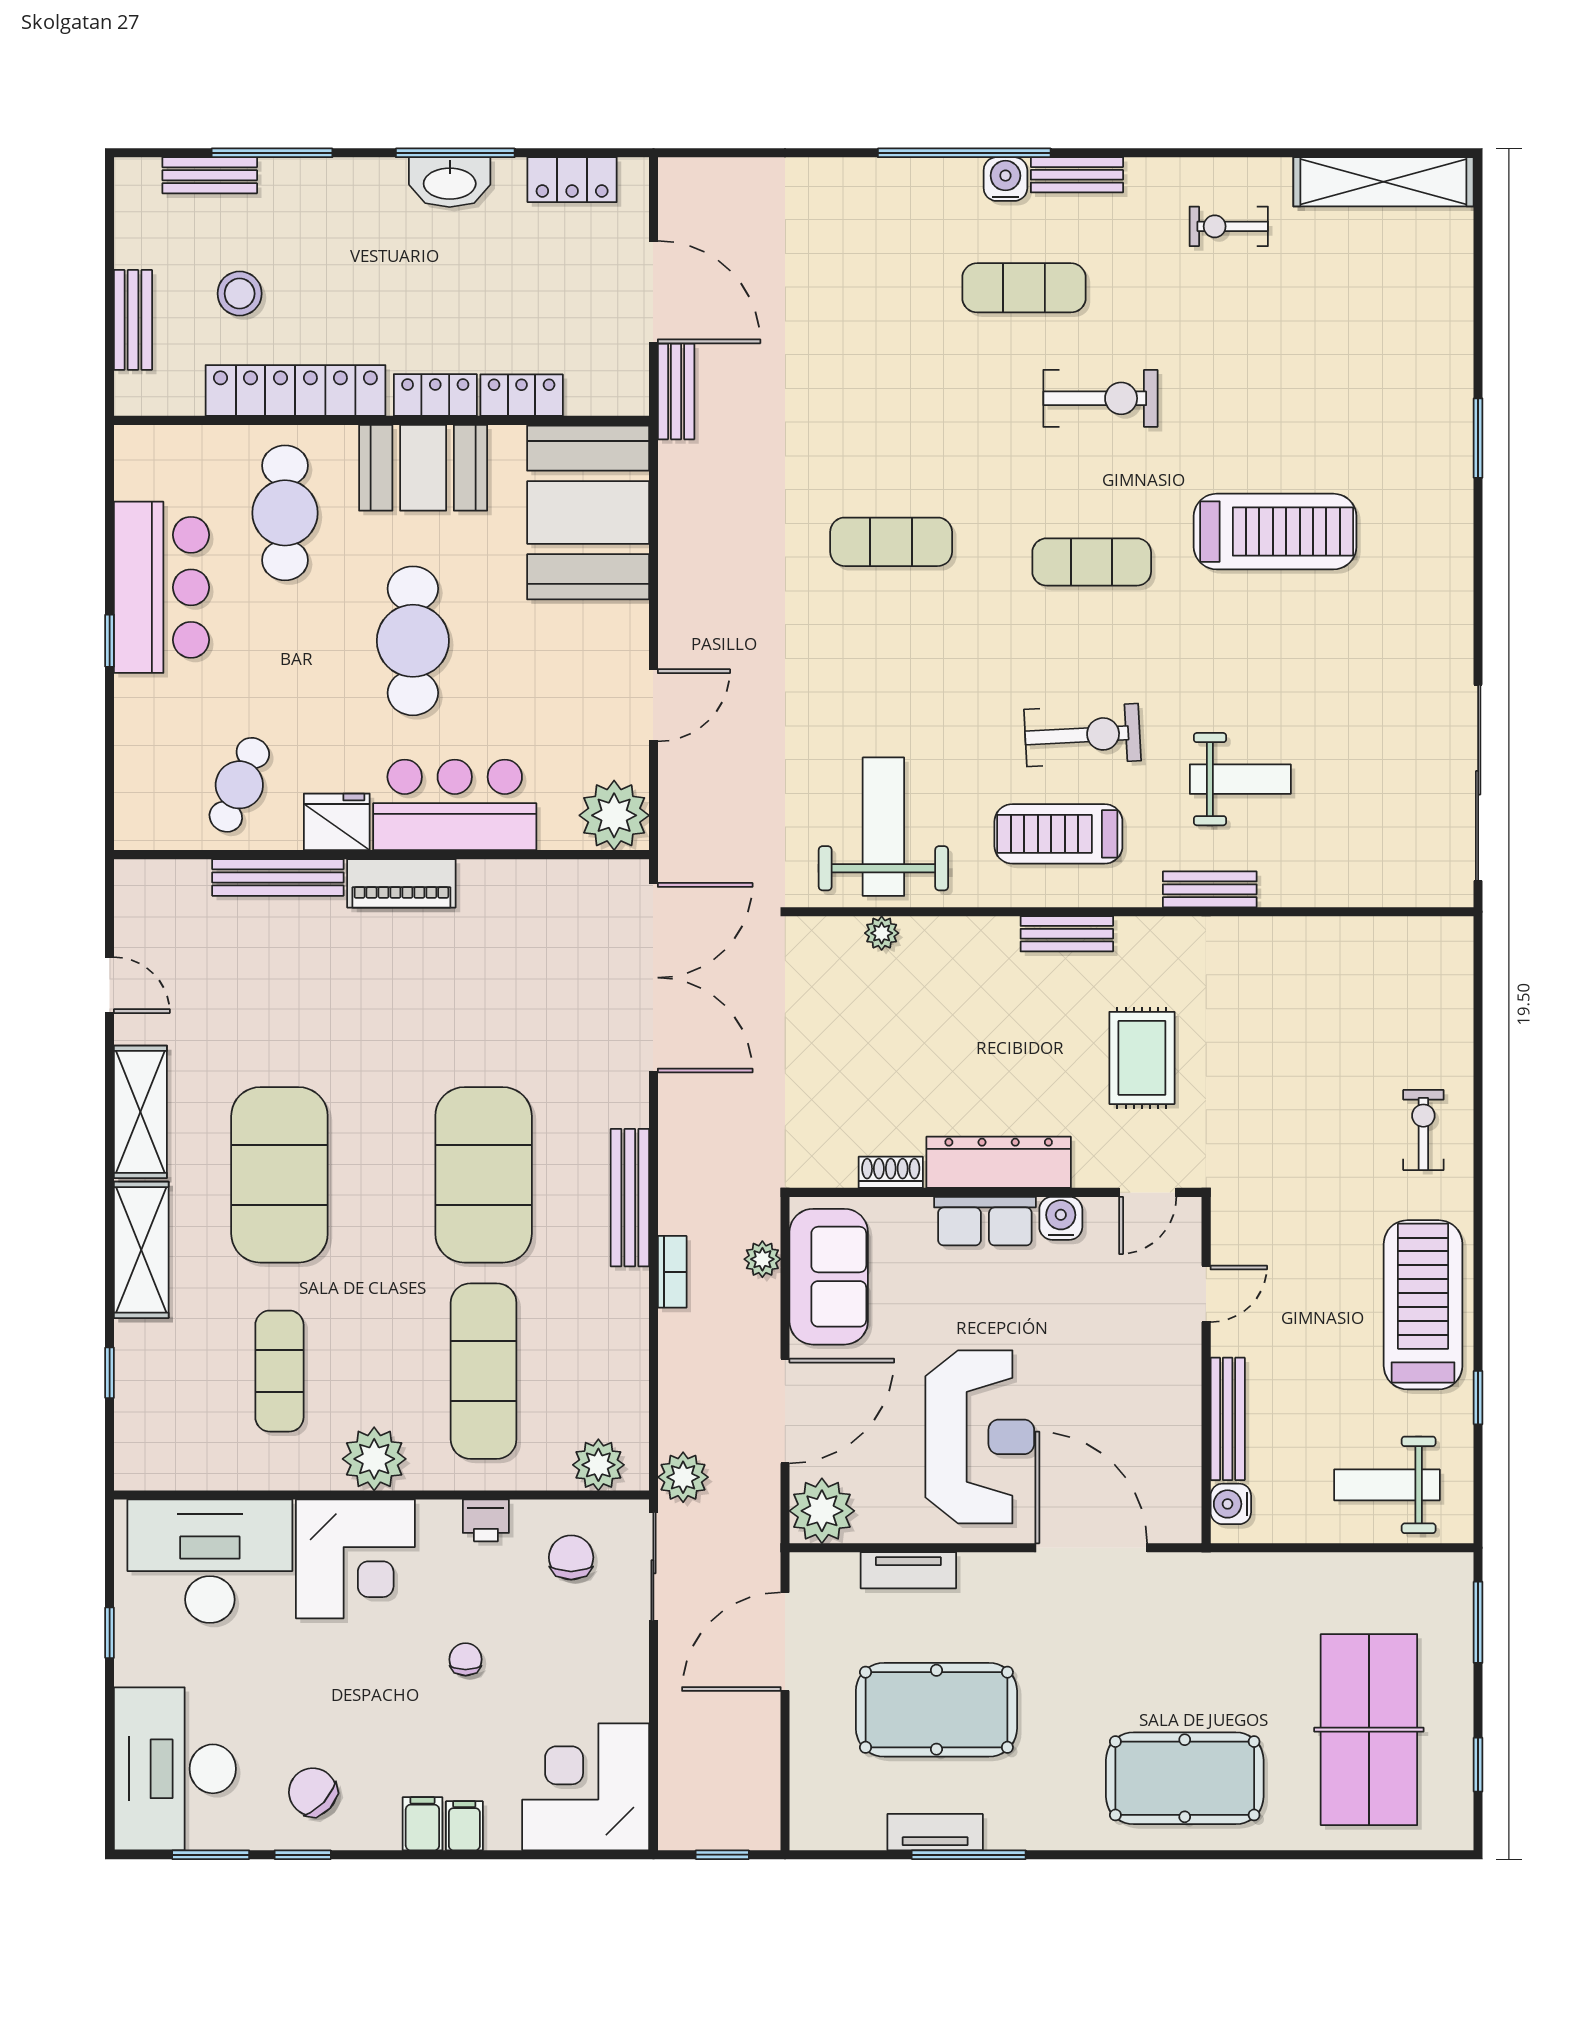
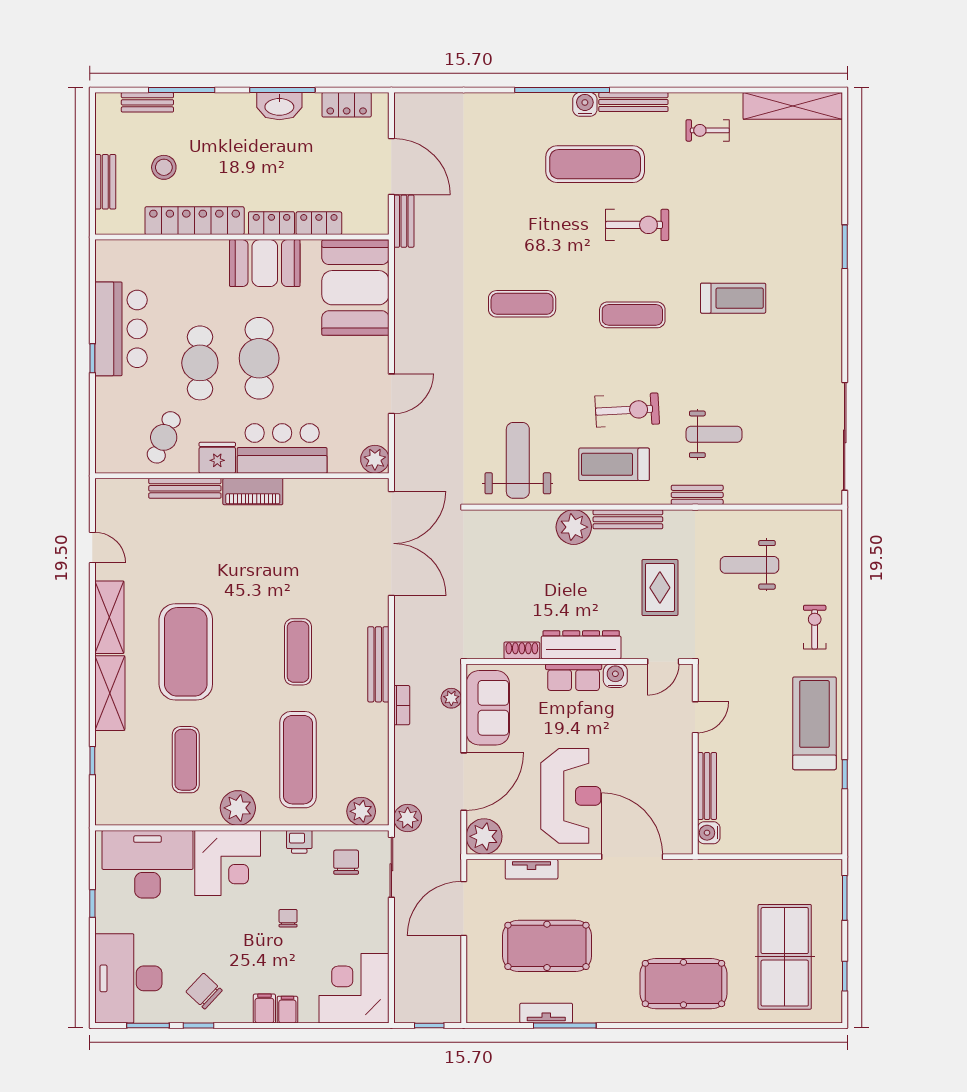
bench: (1077, 175) -> (633, 102), width x1.36
exercise mat: (1024, 288) -> (595, 164), width x1.36, depth x1.45
cafe table: (285, 513) -> (200, 363), moved
treadmill: (1275, 532) -> (733, 298), width x0.73, depth x0.73
plant: (614, 815) -> (375, 459), width x0.73, depth x0.73
plant: (882, 933) -> (574, 527), moved, width x1.88, depth x1.88
bench: (1067, 934) -> (628, 519), width x1.36
exercise mat: (484, 1175) -> (298, 652), width x0.50, depth x0.69
weight bench: (1387, 1485) -> (750, 565), moved

